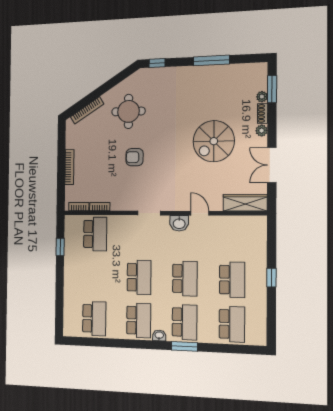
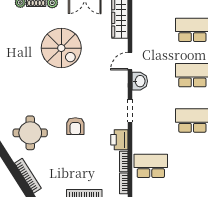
printer: (121, 202) -> (119, 140), added

